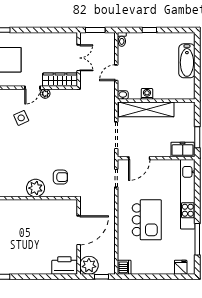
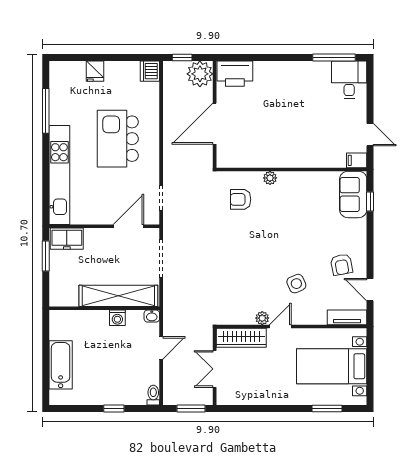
plant: (36, 188) -> (270, 178), width x0.53, depth x0.53
fridge: (181, 267) -> (95, 71), moved

